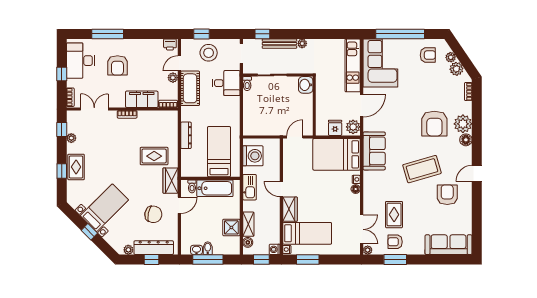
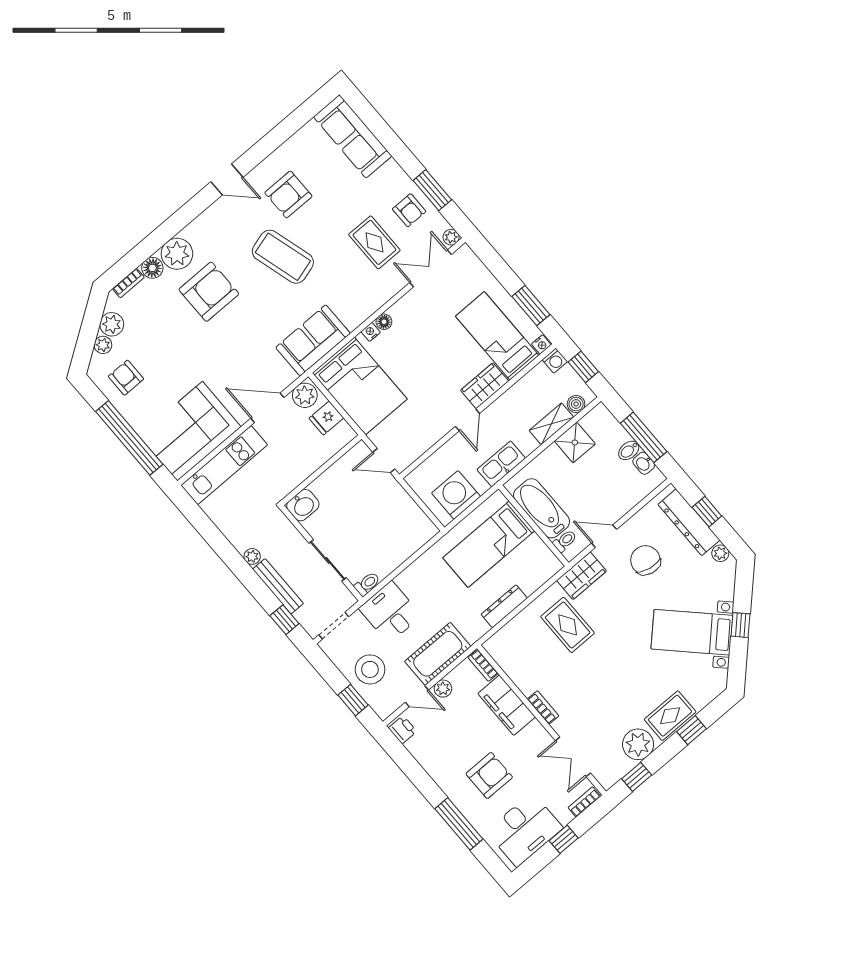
plant: (71, 138) -> (638, 744), width x1.87, depth x1.87
floor lamp: (466, 140) -> (152, 268), moved
rug: (394, 215) -> (374, 242), turned 90

